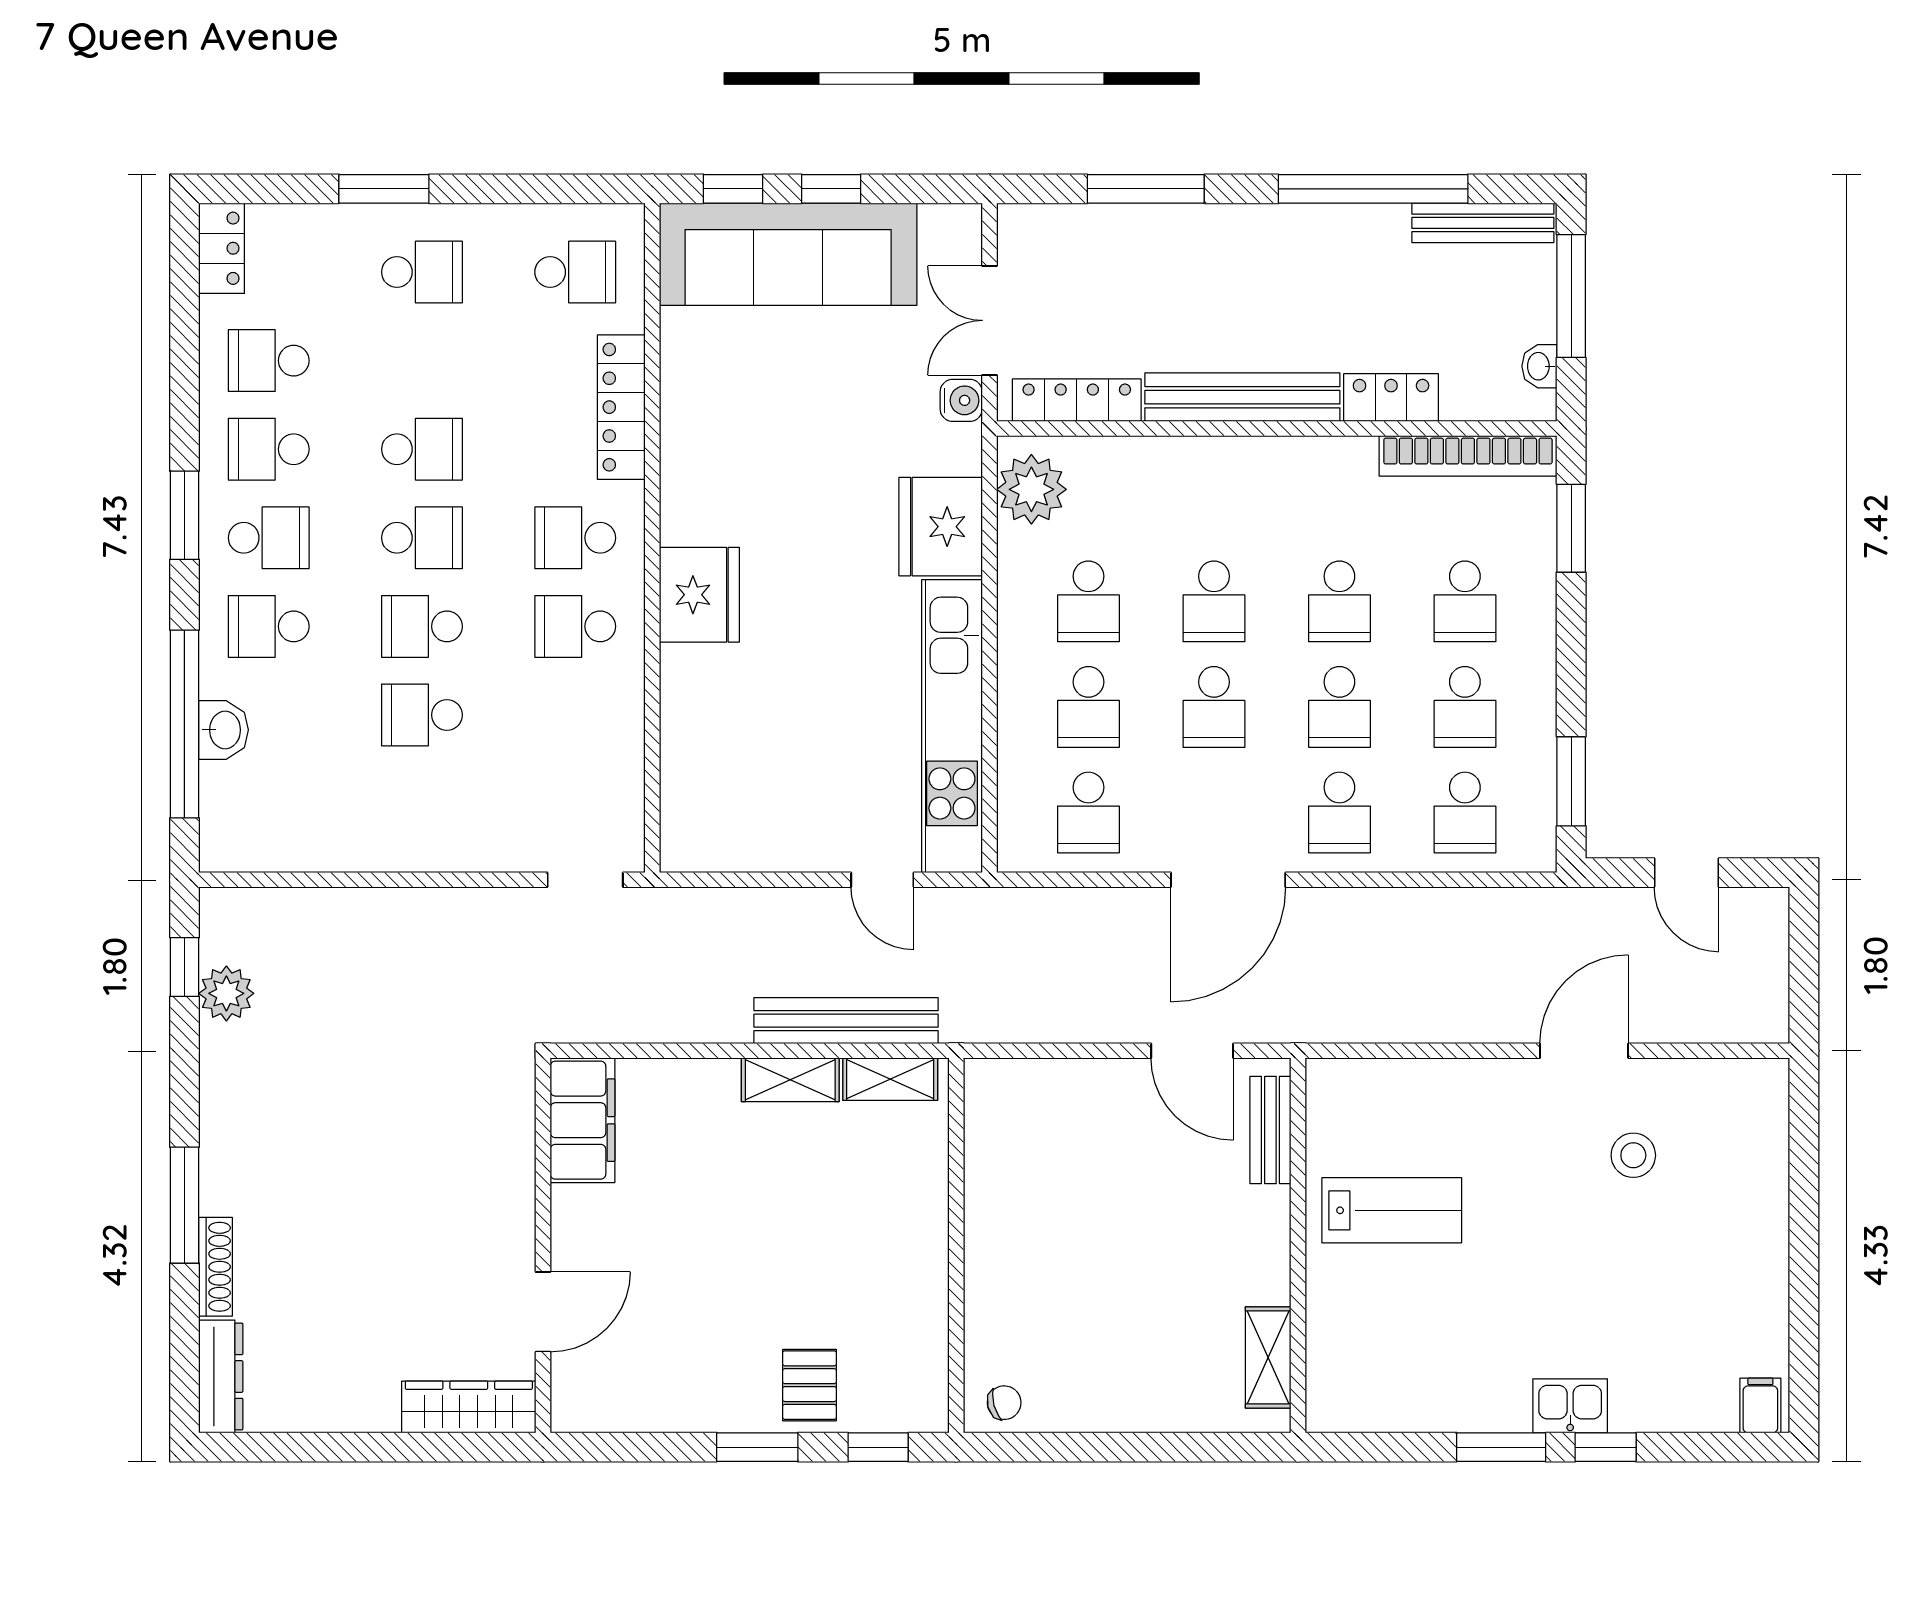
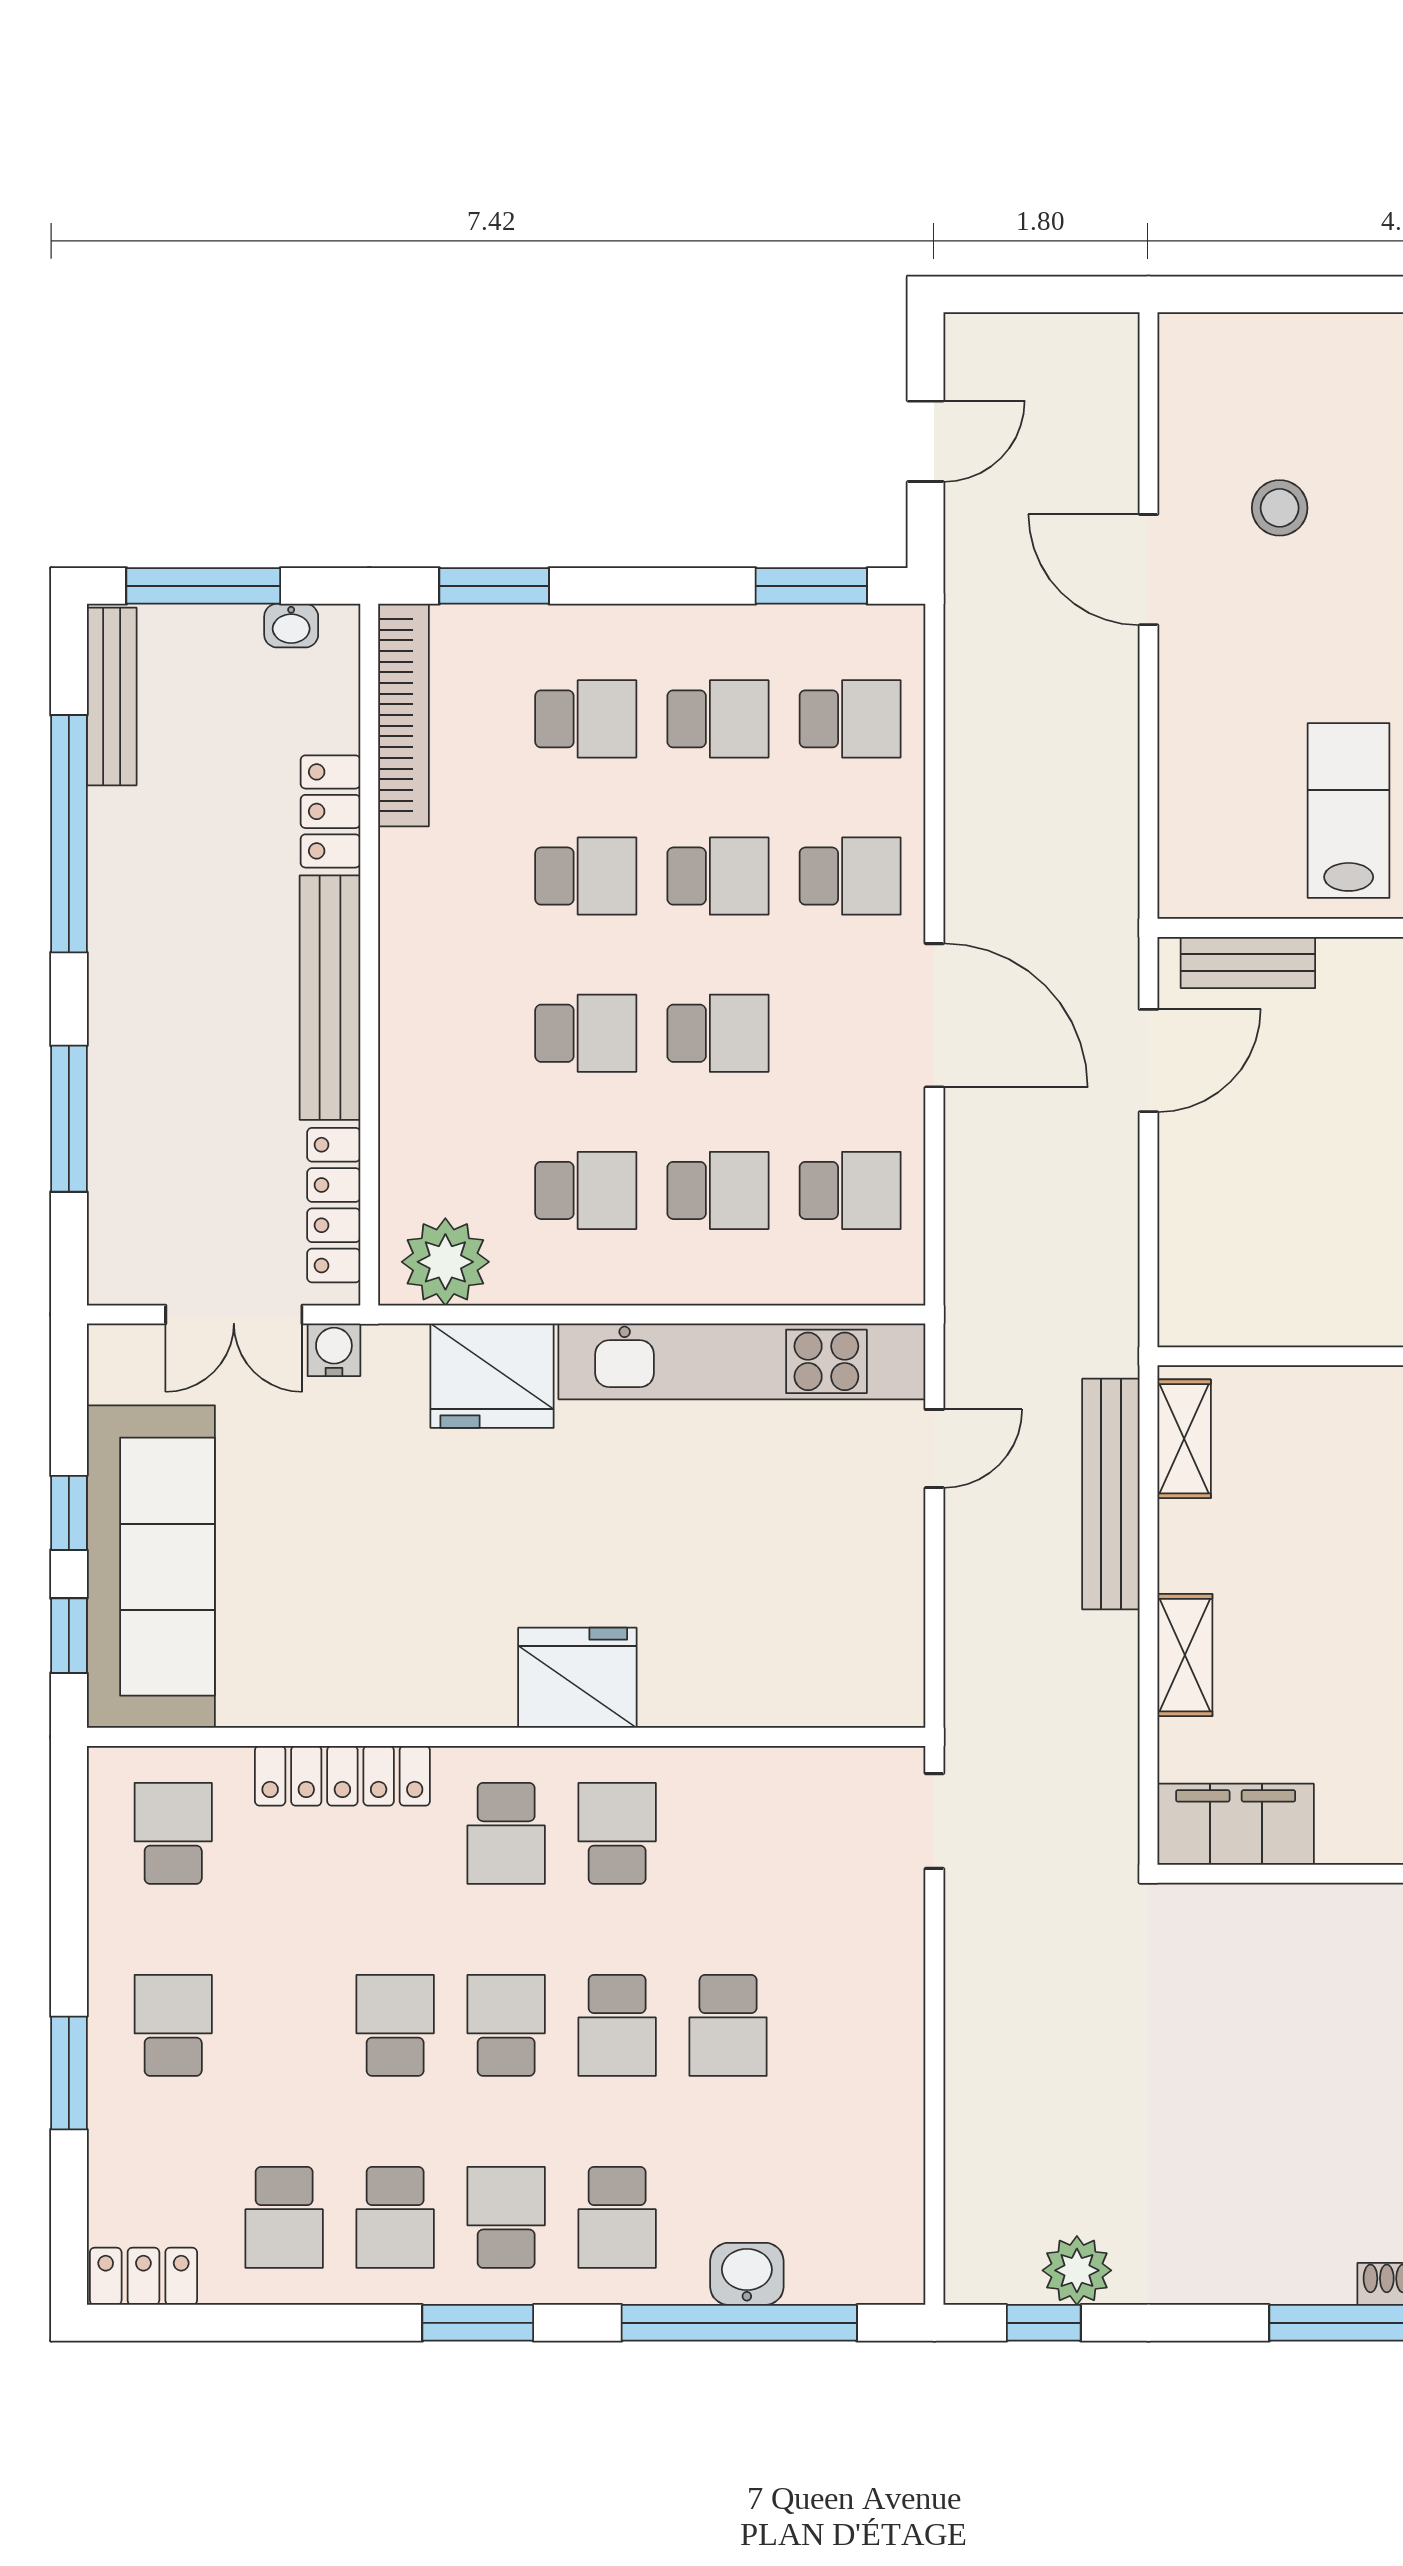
school desk: (575, 626) -> (617, 1833), turned 180
shelving: (790, 1080) -> (1185, 1655), moved

